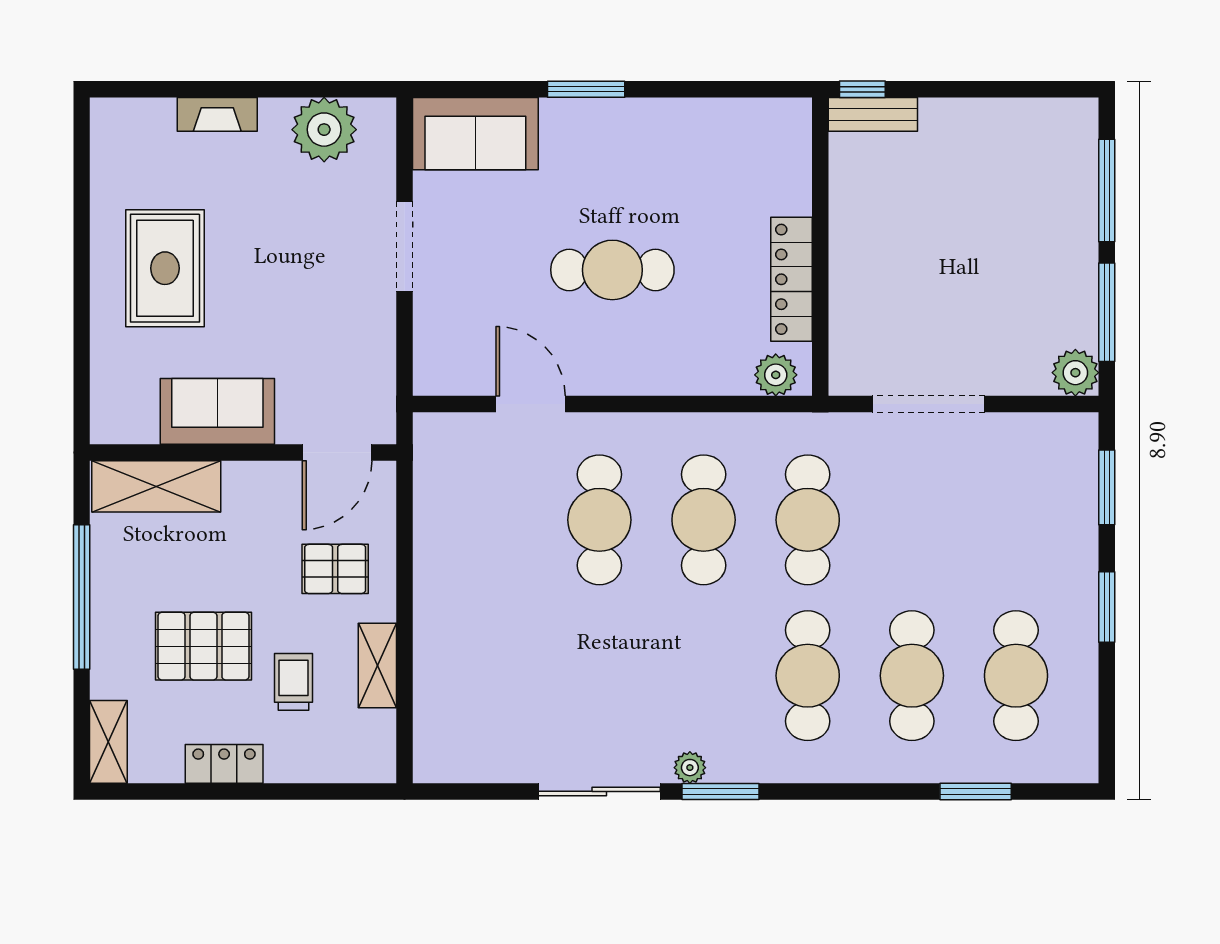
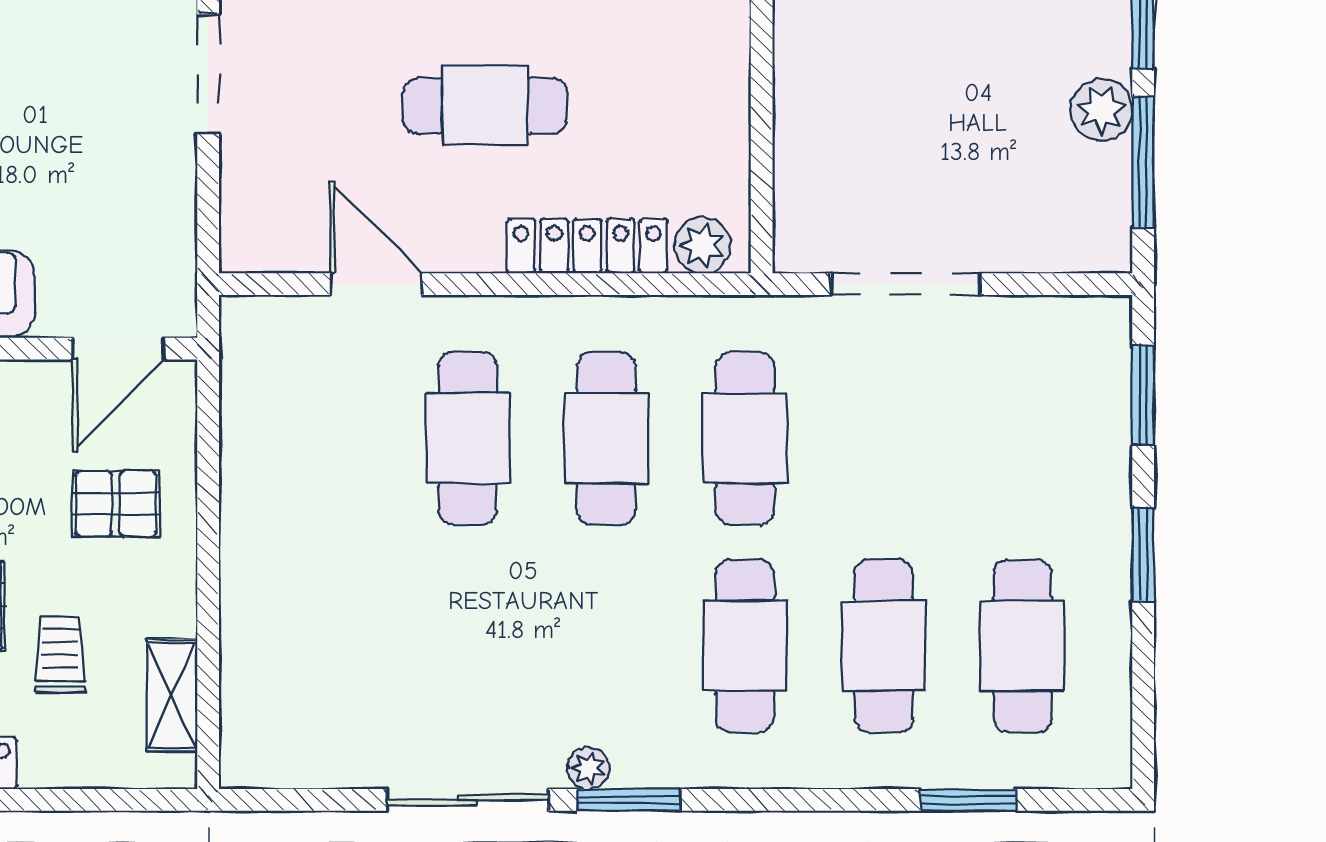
locker: (792, 279) -> (587, 246), moved, turned 90
plant: (1075, 373) -> (1101, 110), moved
shelving: (377, 665) -> (172, 695), moved

